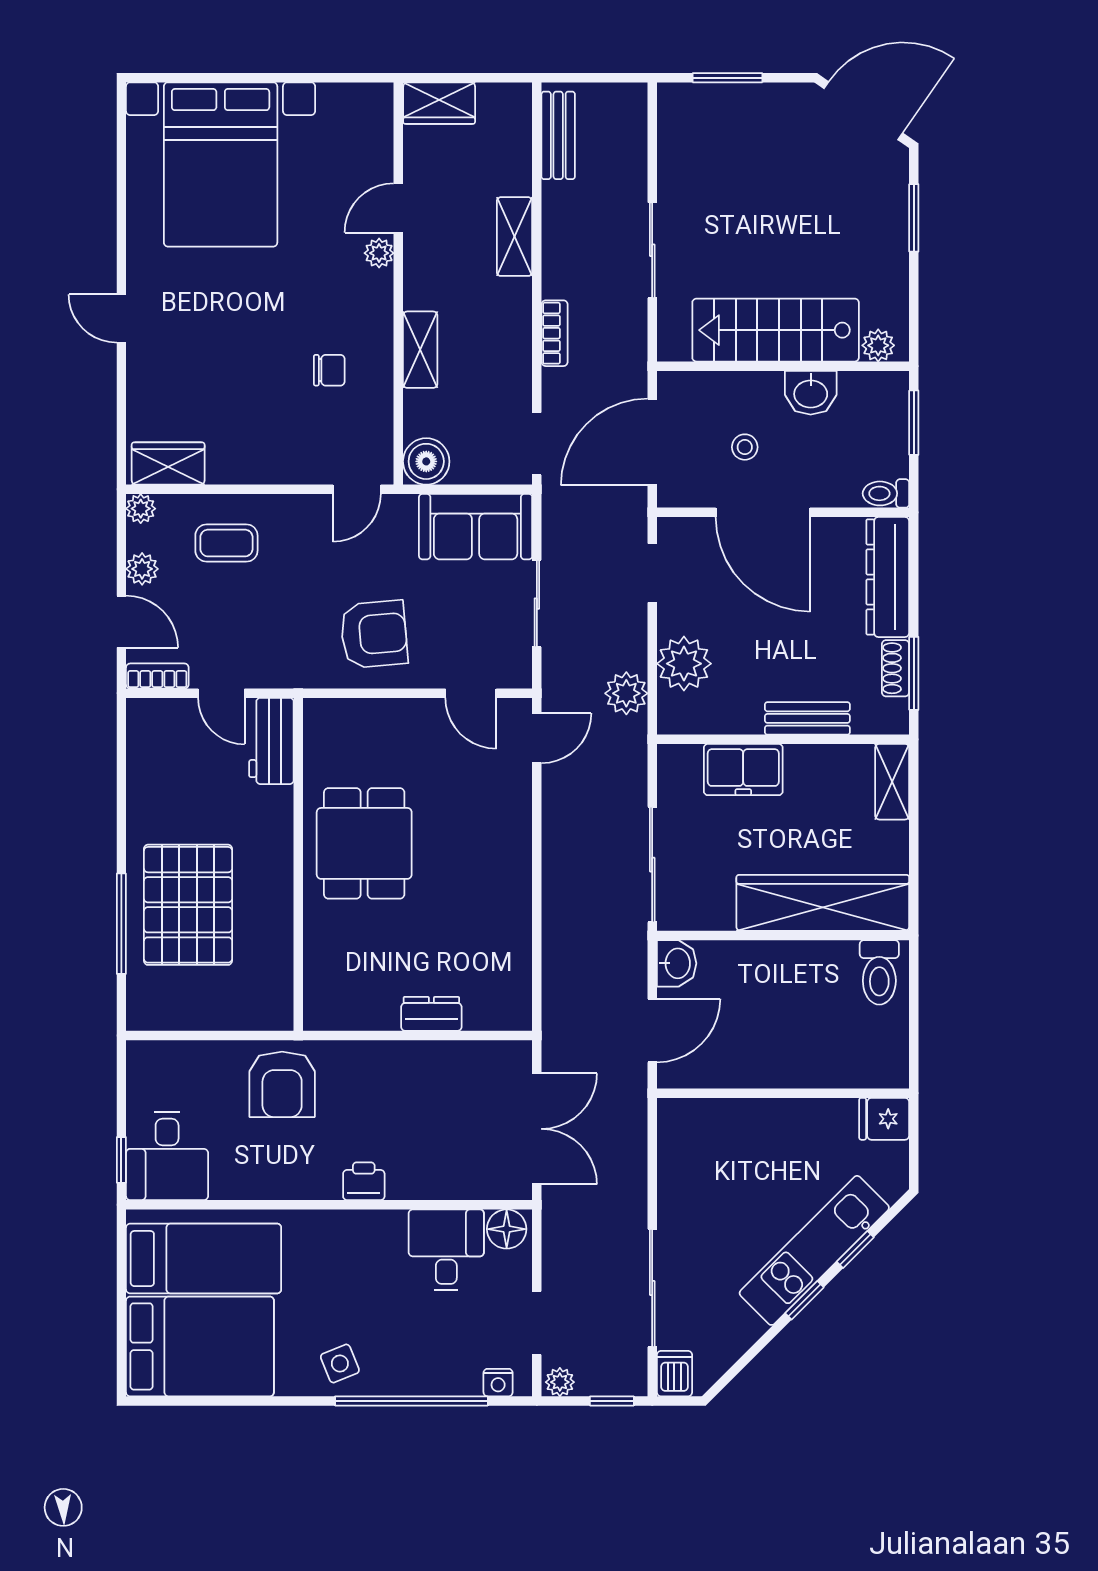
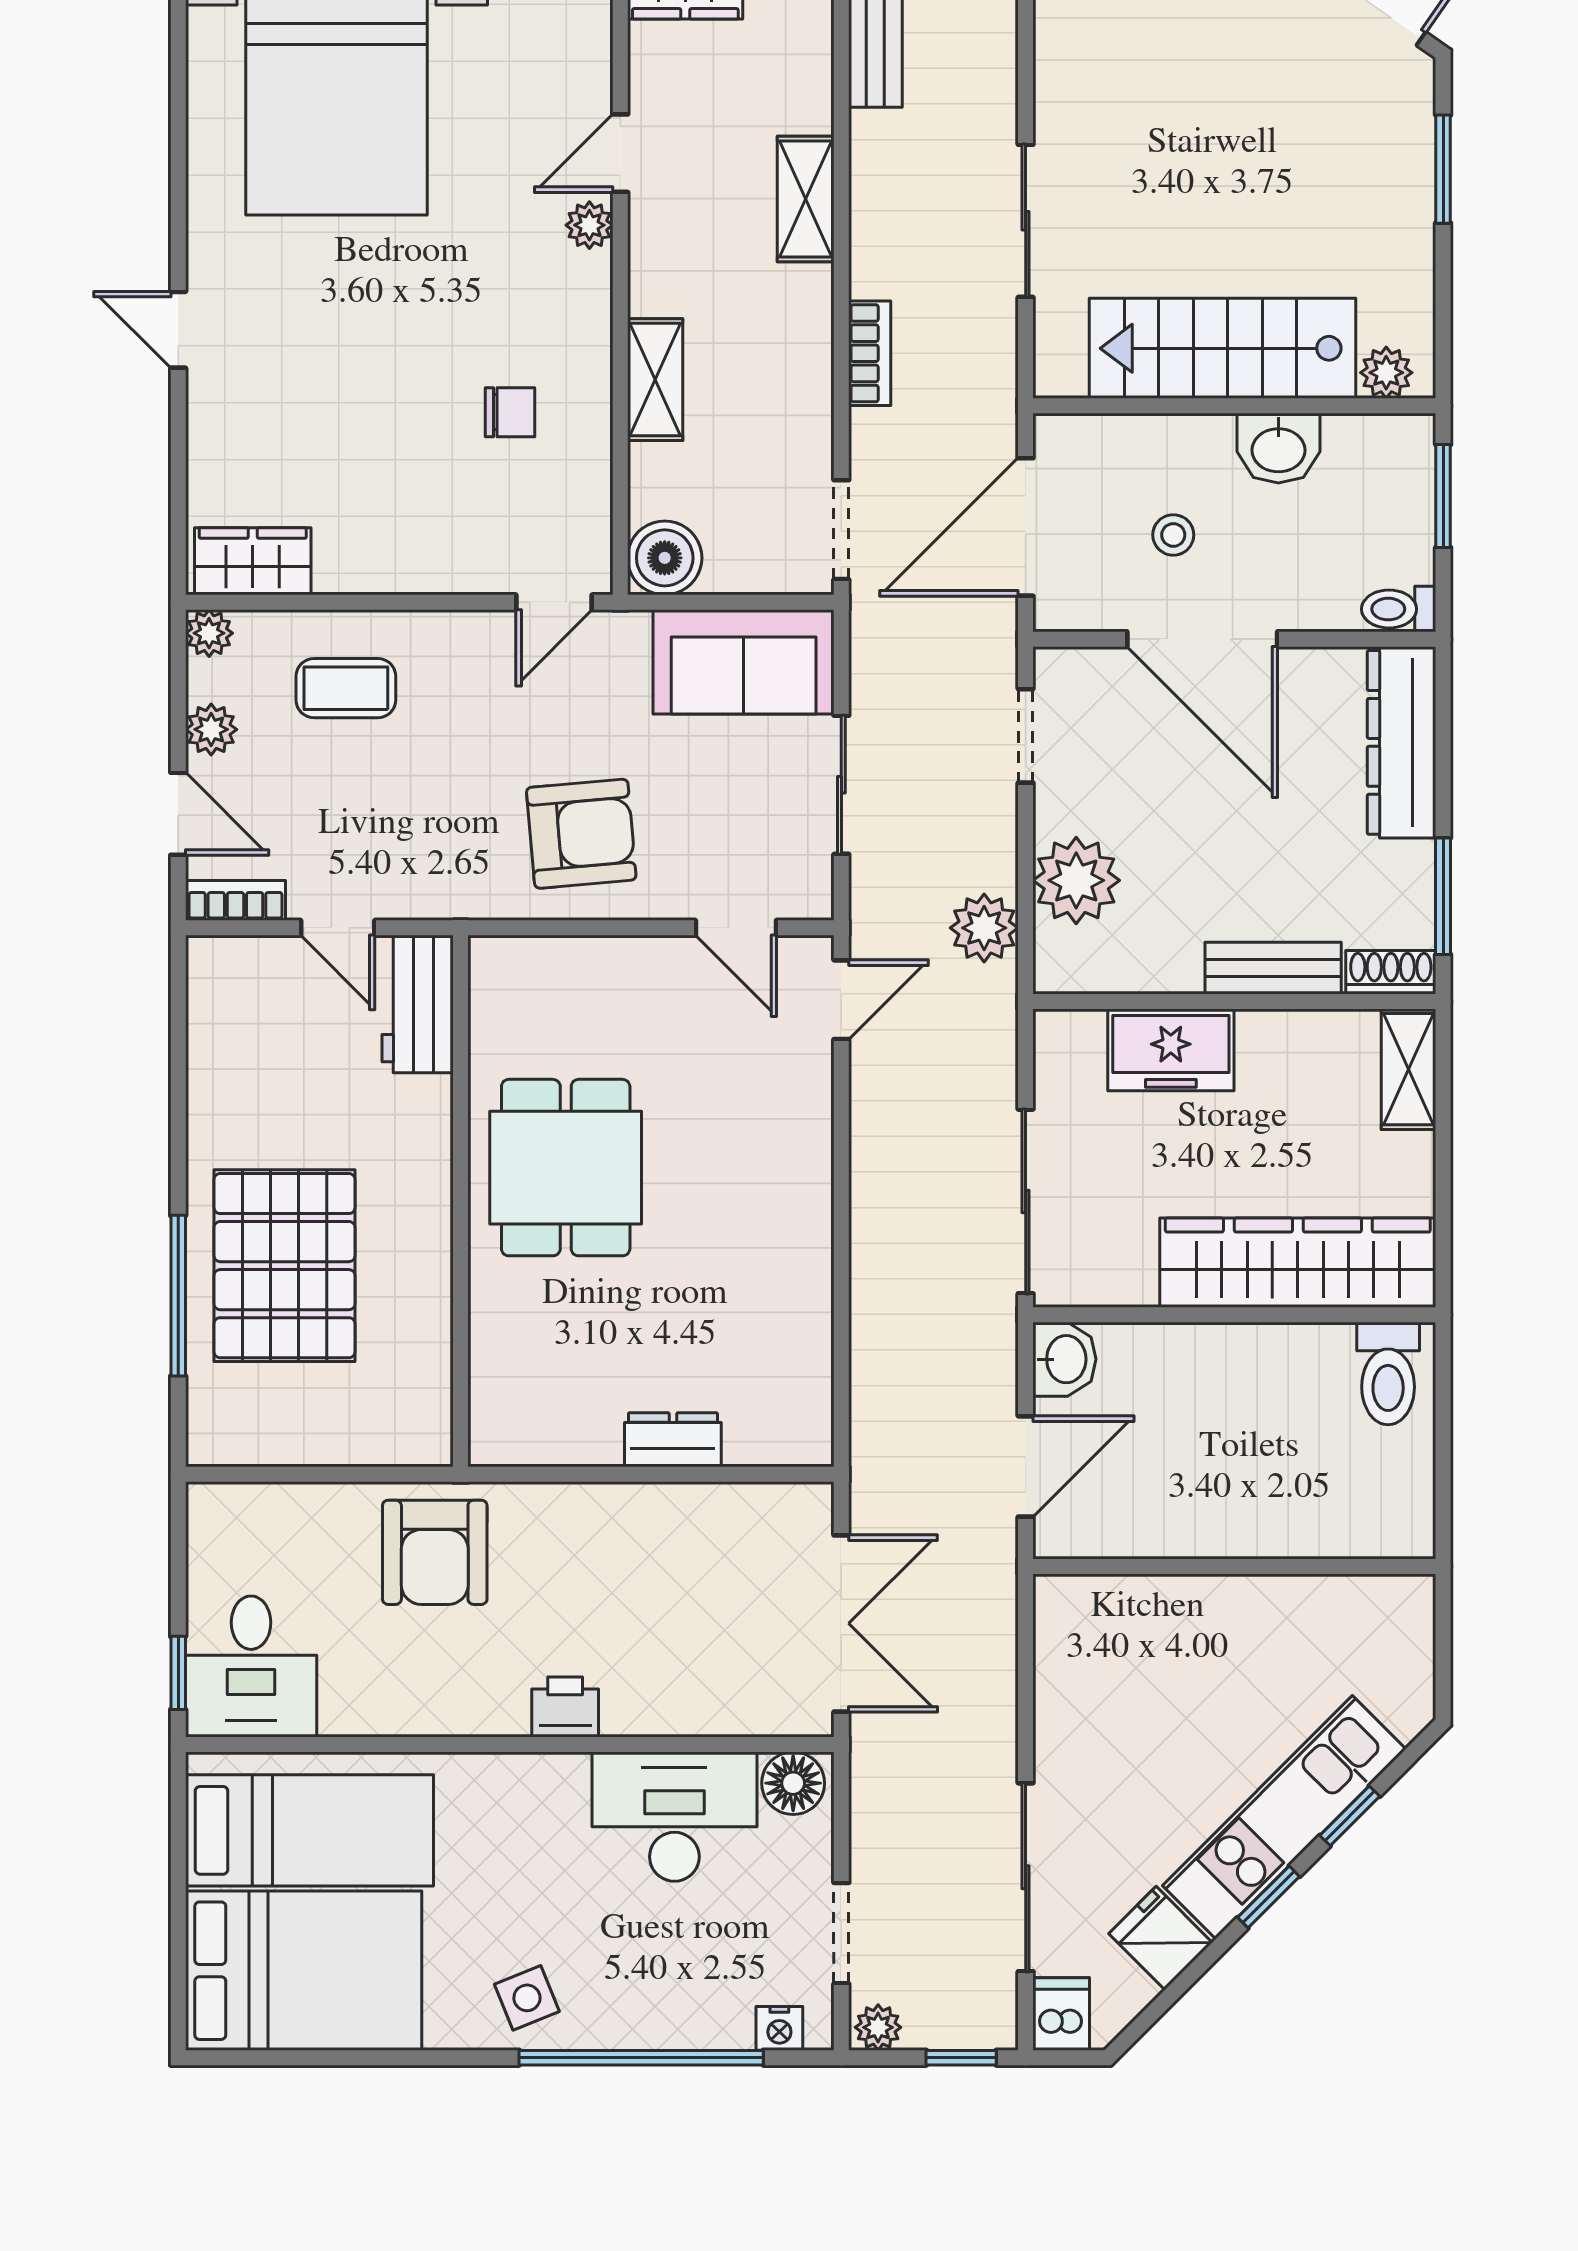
shoe rack: (896, 668) -> (1391, 972), moved, turned 90
fridge: (884, 1119) -> (1161, 1938), moved, turned 45
desk: (446, 1250) -> (674, 1817), width x1.37

